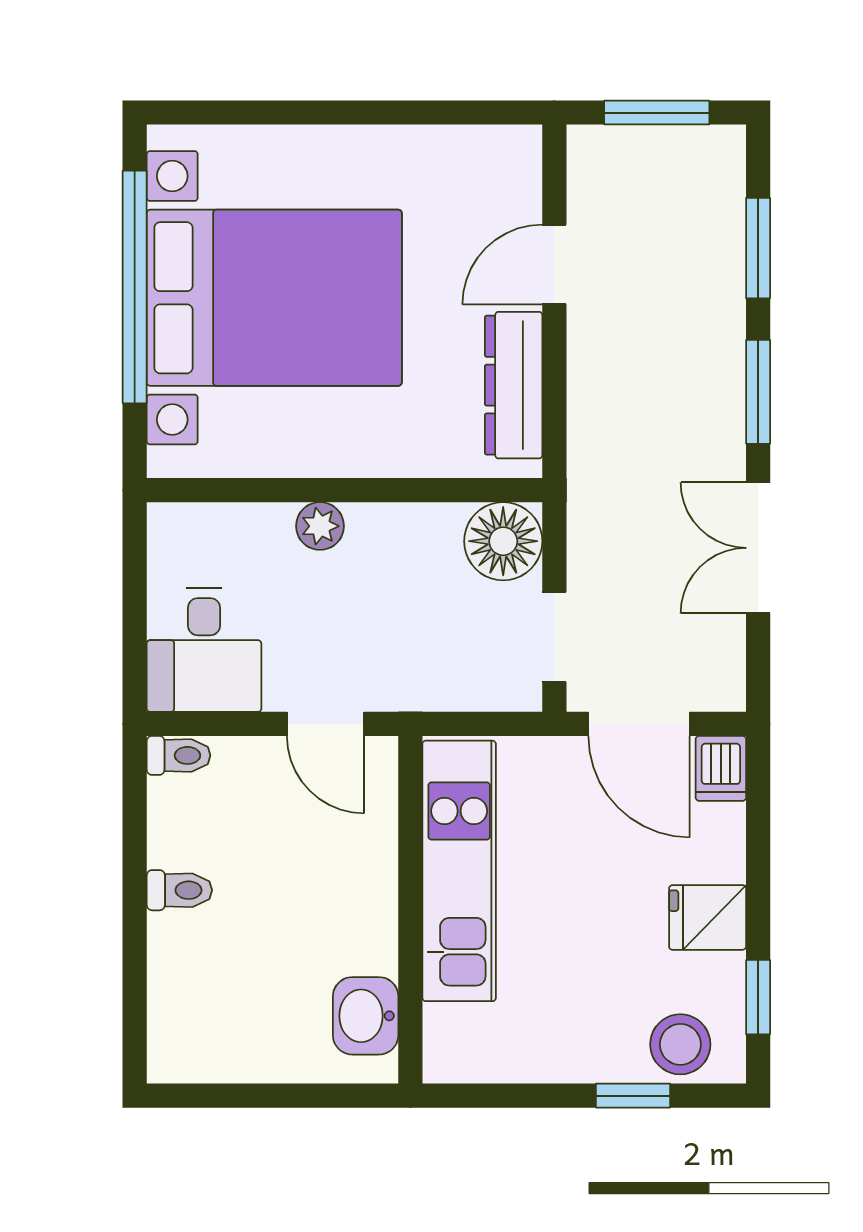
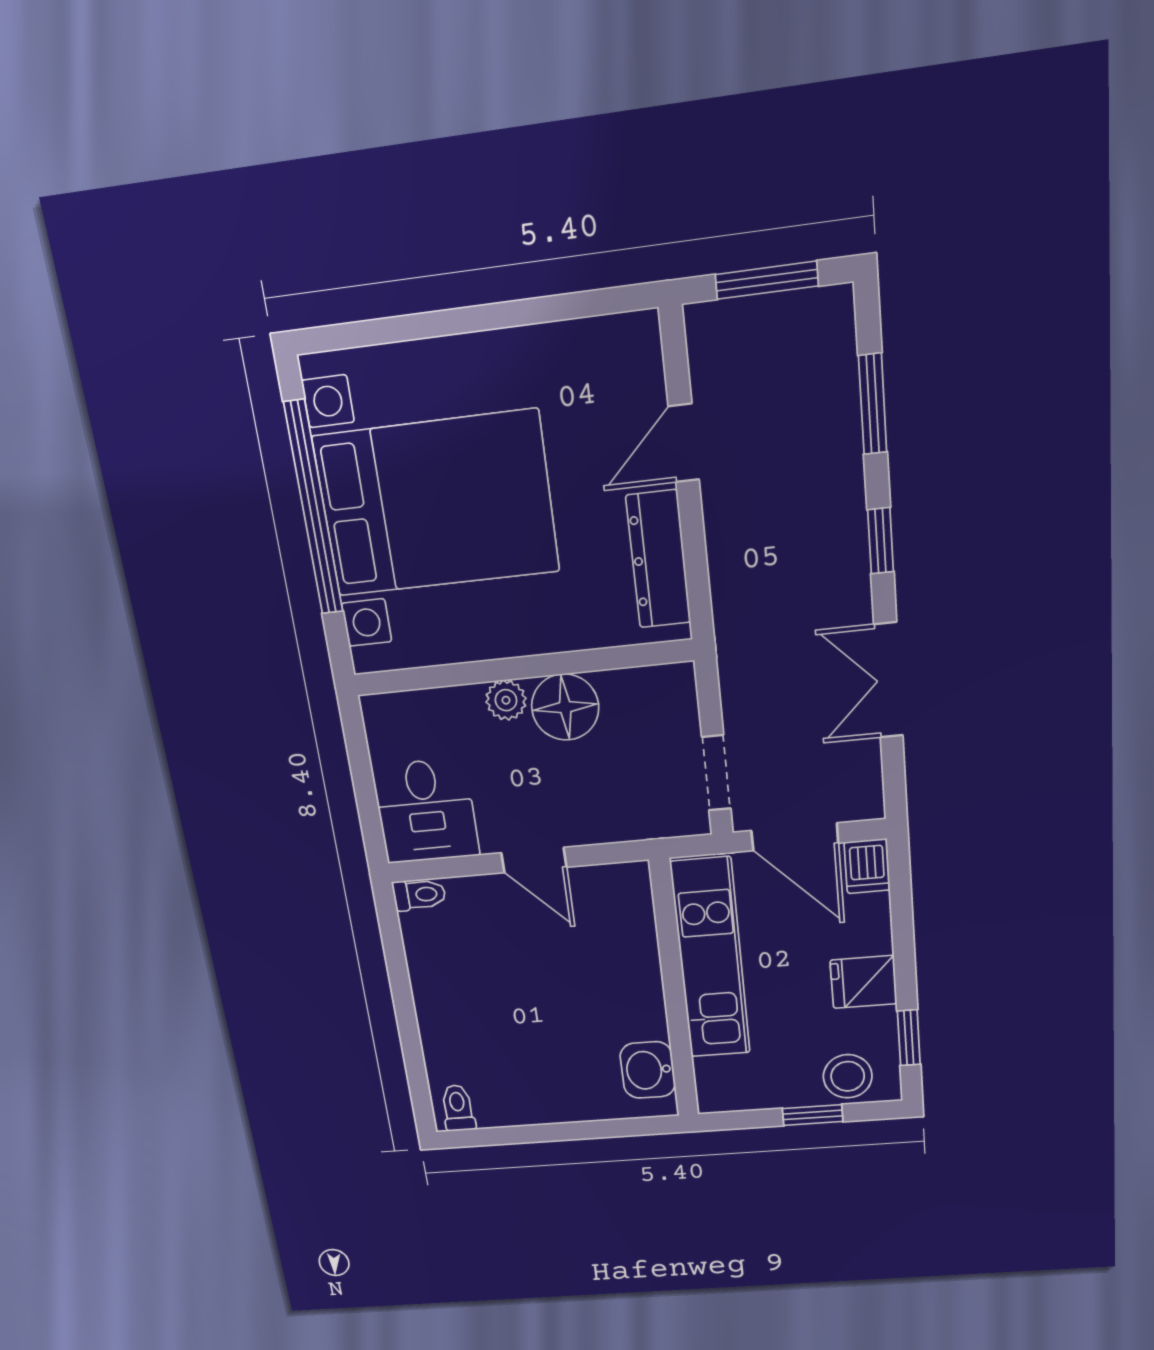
window: (758, 392) -> (880, 541), width x0.67
floor lamp: (503, 541) -> (565, 707), moved
kitchen unit: (459, 871) -> (711, 959), moved
toilet: (179, 890) -> (458, 1108), moved, turned -90
wall: (410, 910) -> (674, 991), moved
washbasin: (366, 1016) -> (648, 1070), moved

